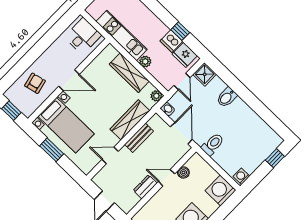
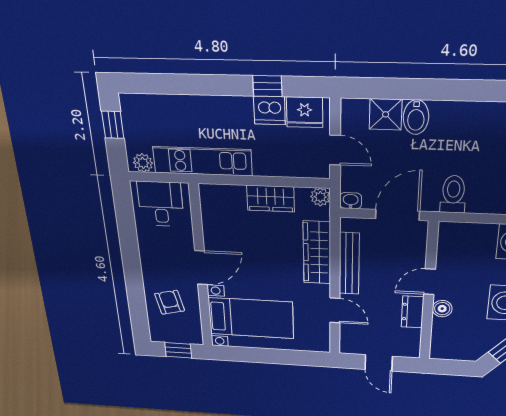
plant: (145, 61) -> (143, 163), moved
wardrobe: (129, 73) -> (271, 199), width x0.67
shower: (205, 74) -> (386, 114), moved
door: (181, 133) -> (397, 215), hinge flipped
bench: (139, 138) -> (349, 264), width x1.36
window: (52, 150) -> (264, 356), removed
door: (110, 155) -> (335, 310), swing flipped
boiler: (183, 172) -> (442, 309), moved

